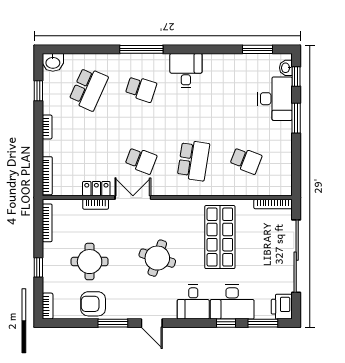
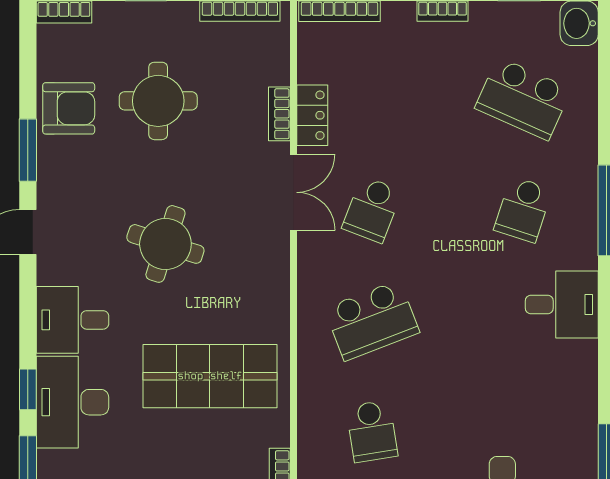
school desk: (193, 160) -> (372, 320), turned -30
school desk: (246, 160) -> (372, 431), turned -30
armchair: (93, 304) -> (69, 108), turned 90

